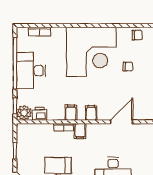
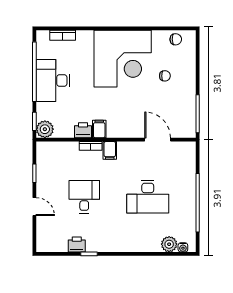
filing cabinet: (91, 113) -> (123, 129), removed
printer: (40, 114) -> (83, 130), moved
door: (122, 122) -> (158, 140), hinge flipped

